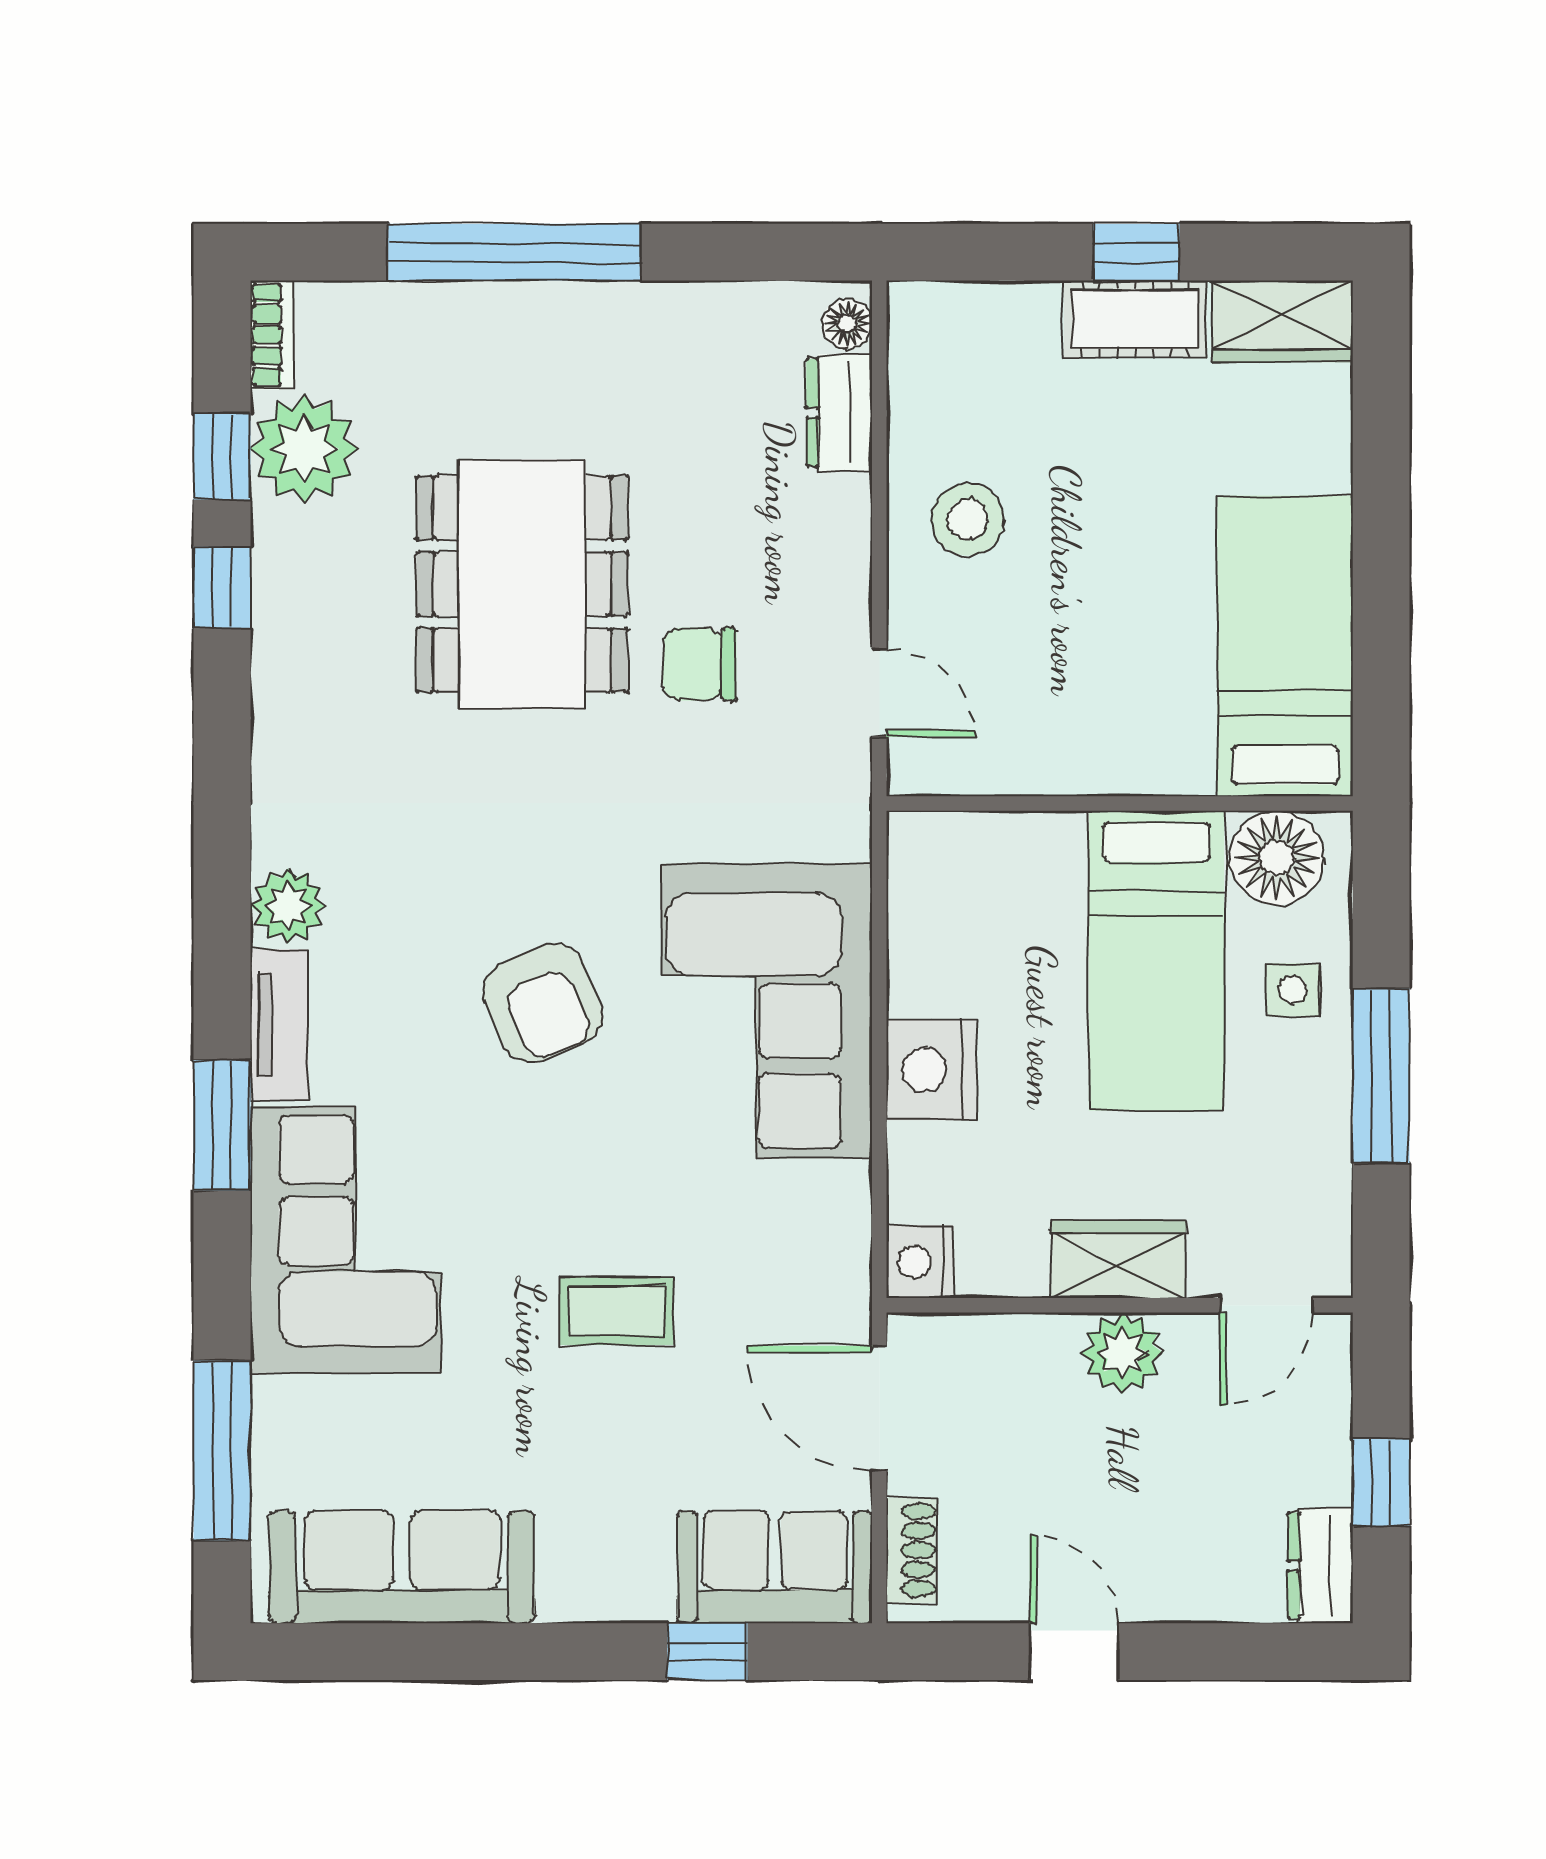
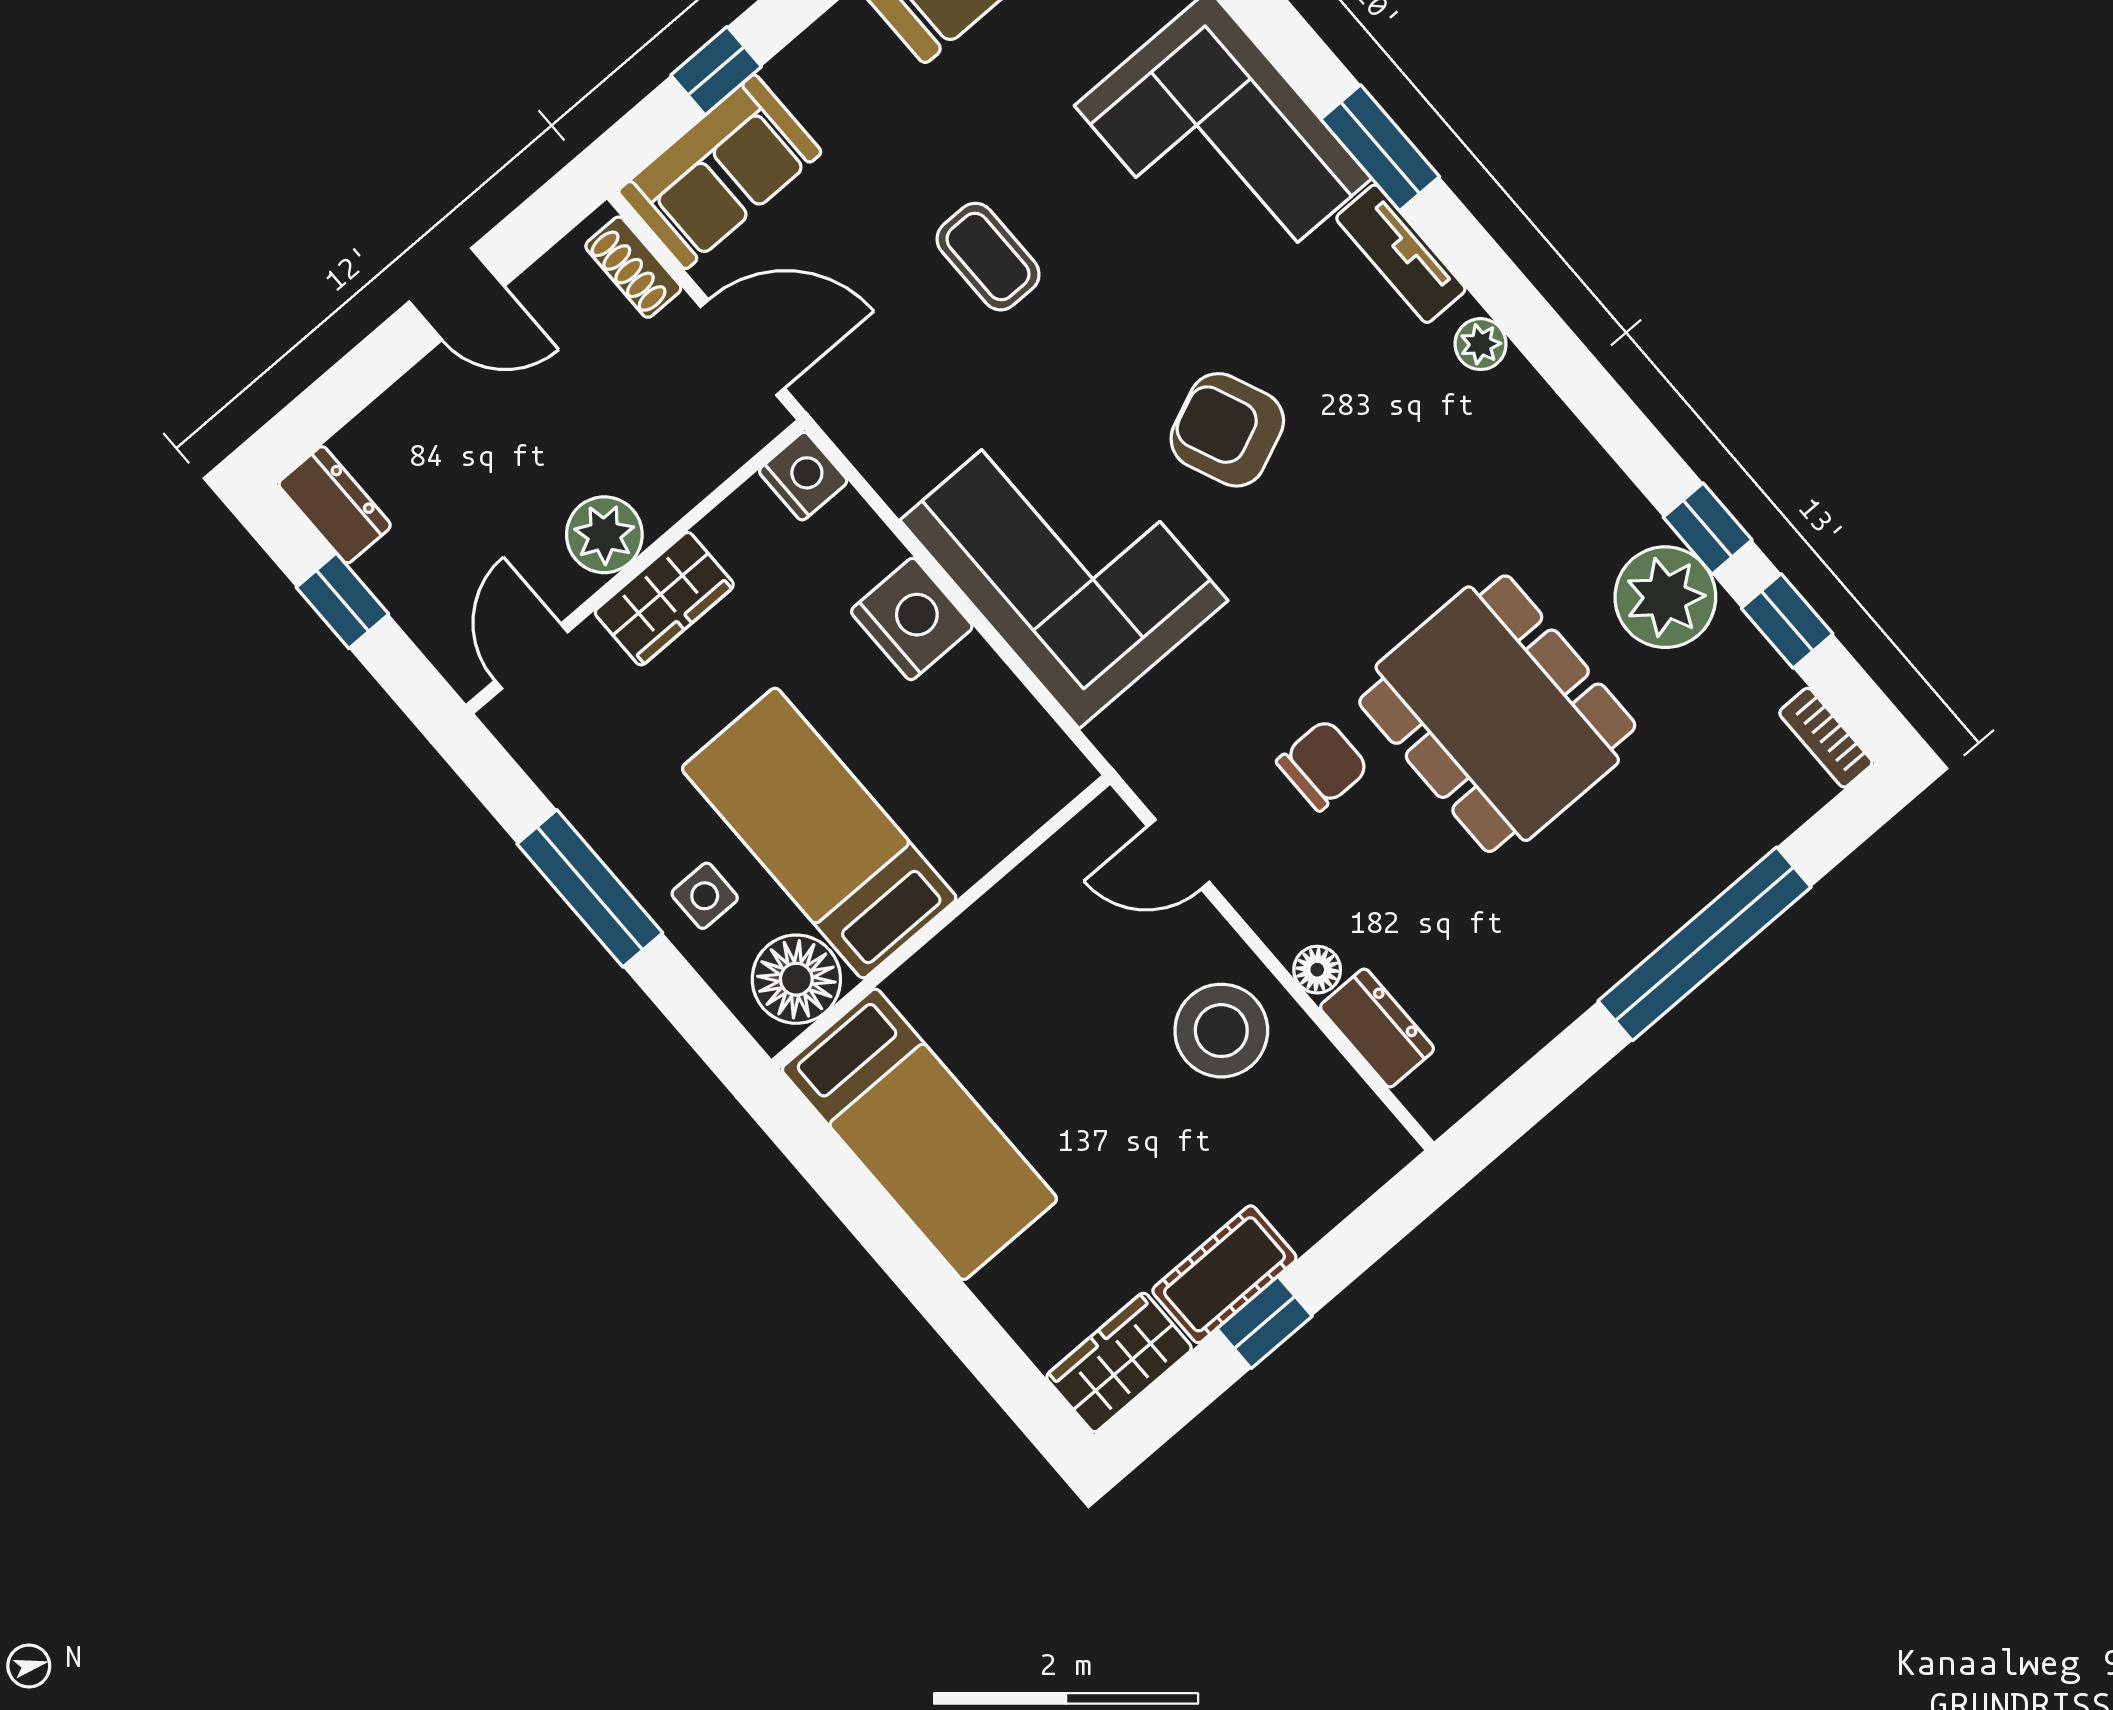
floor lamp: (847, 324) -> (1317, 970), moved
plant: (304, 449) -> (1665, 597), moved
stool: (968, 519) -> (1221, 1031), width x1.38, depth x1.38
plant: (288, 906) -> (1481, 344), width x0.73, depth x0.73
coffee table: (616, 1311) -> (988, 257), turned 90

